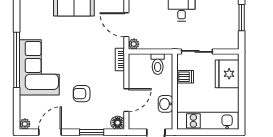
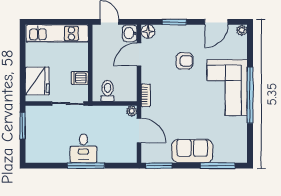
window: (242, 18) -> (23, 126), moved
washbasin: (166, 104) -> (130, 33), moved, turned 180

